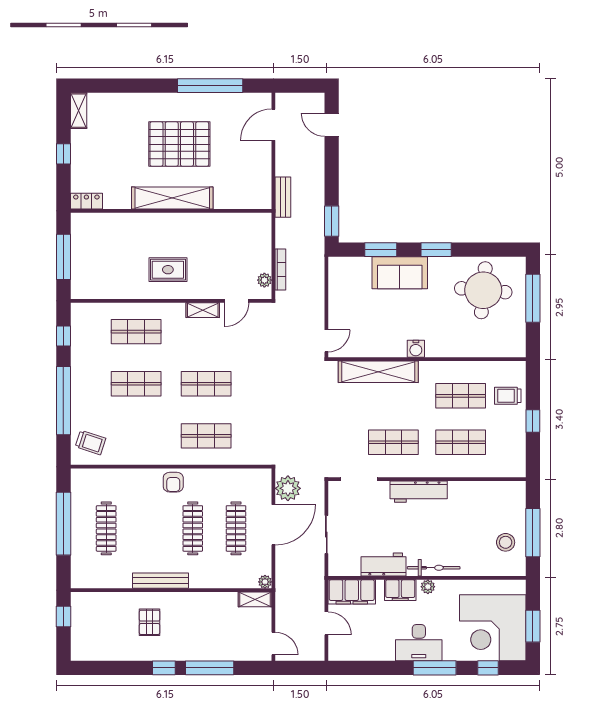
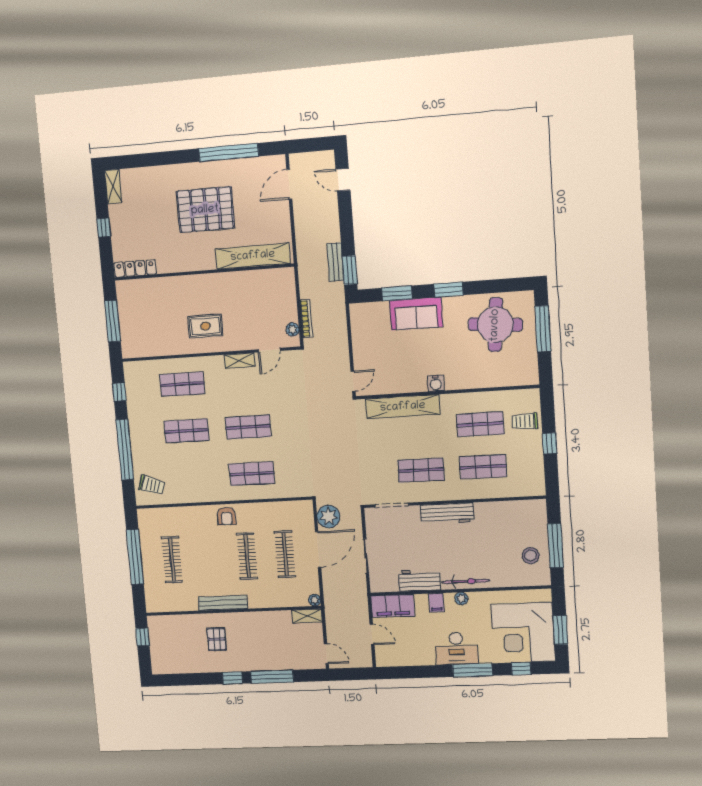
bench: (283, 197) -> (335, 262), moved
shelving: (172, 198) -> (253, 256), moved
locker: (86, 201) -> (135, 268), width x1.53
filing cabinet: (400, 590) -> (436, 603), width x0.50

